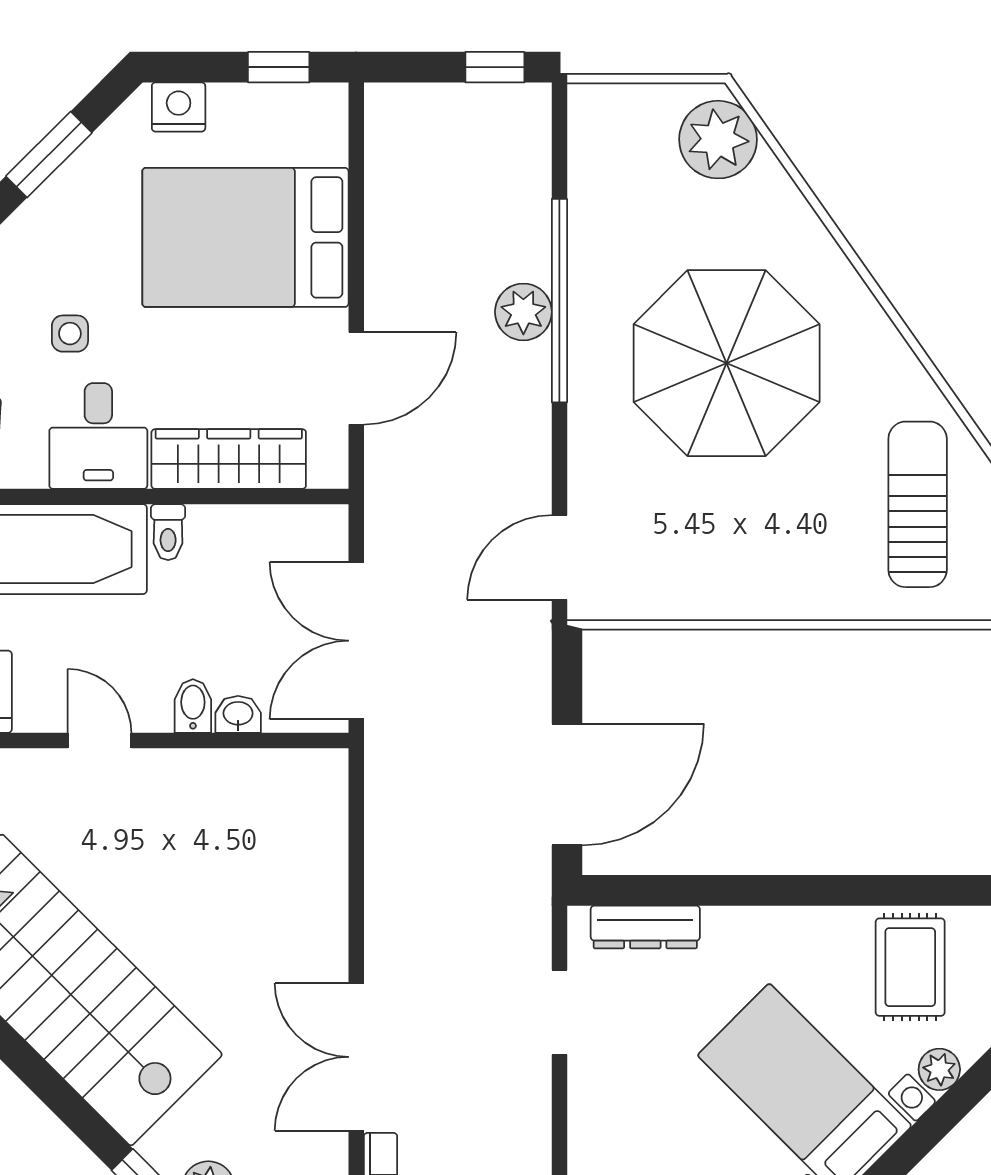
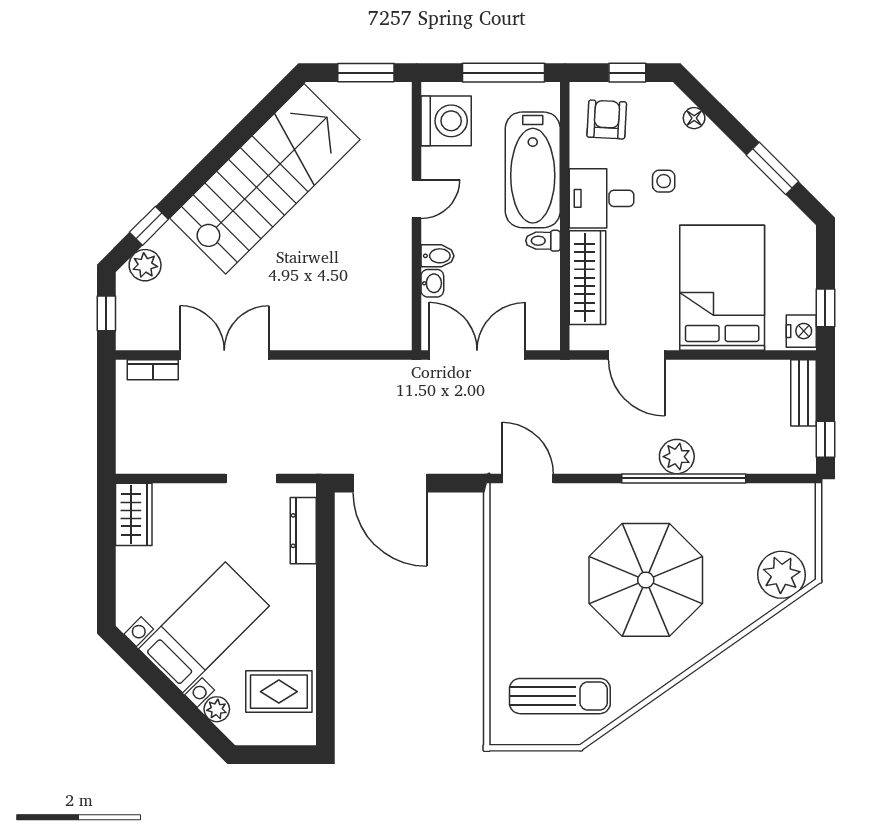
bench: (419, 103) -> (804, 393), added
nightstand: (179, 107) -> (801, 331), moved

